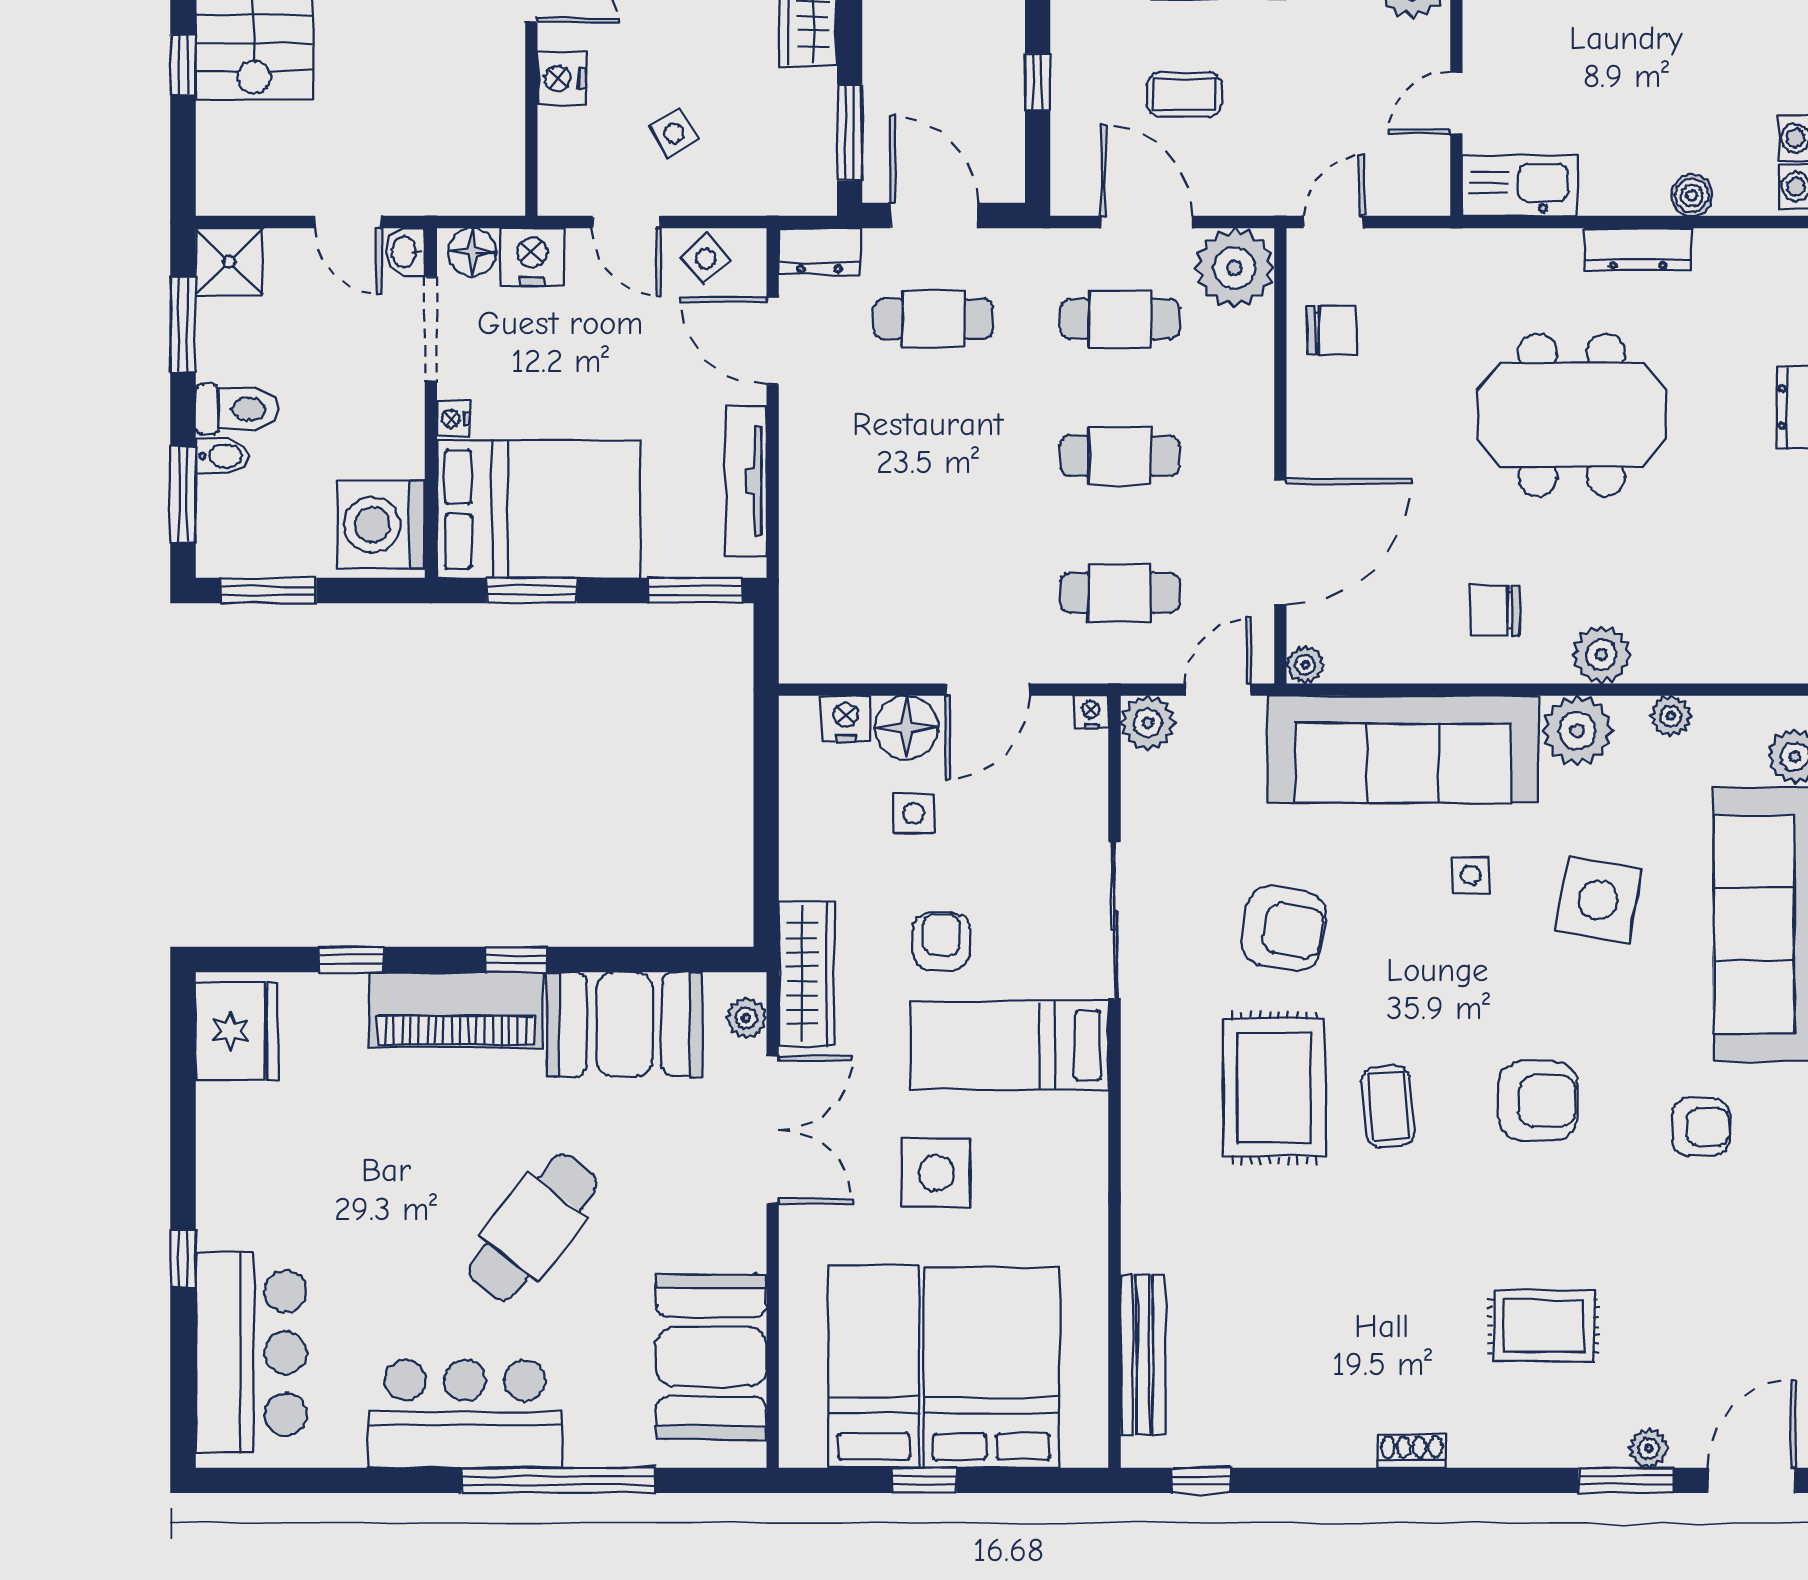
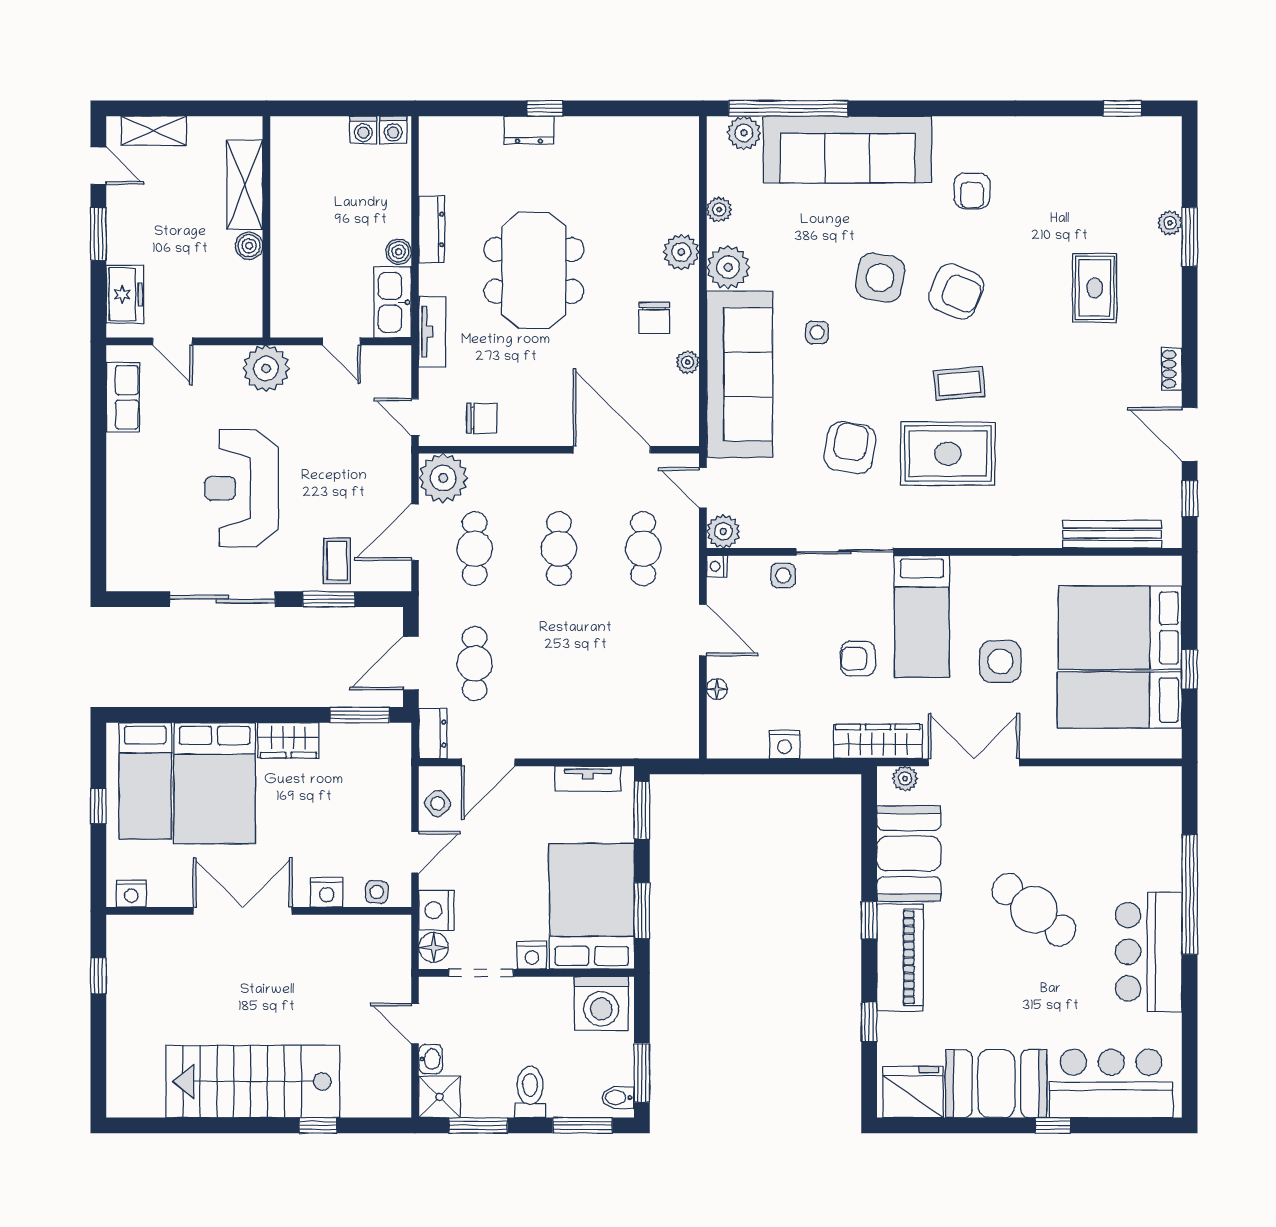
window: (1038, 82) -> (329, 599), width x1.50
coffee table: (1184, 94) -> (337, 561), moved
side table: (674, 133) -> (377, 892), moved, turned 35
boiler: (1692, 195) -> (399, 252), moved
door: (348, 222) -> (415, 1024), swing flipped
tv unit: (1472, 250) -> (432, 332), added
washbasin: (405, 252) -> (431, 1059), moved, turned -90
chair: (1332, 330) -> (482, 418), turned 90
nightstand: (453, 419) -> (532, 955), width x1.39, depth x1.35
bidet: (222, 456) -> (618, 1098), moved, turned -90
tv unit: (746, 481) -> (588, 779), width x0.71
plant: (1305, 665) -> (688, 362), moved
nightstand: (846, 719) -> (785, 744), moved, turned -90
floor lamp: (906, 727) -> (717, 689), width x0.53, depth x0.53
side table: (914, 813) -> (783, 575), moved
side table: (1598, 900) -> (880, 278), moved
armchair: (1538, 1101) -> (956, 291), turned 113
armchair: (1701, 1127) -> (972, 191), turned 180
booth: (711, 1357) -> (996, 1084), moved
door: (1752, 1480) -> (1190, 434), moved

